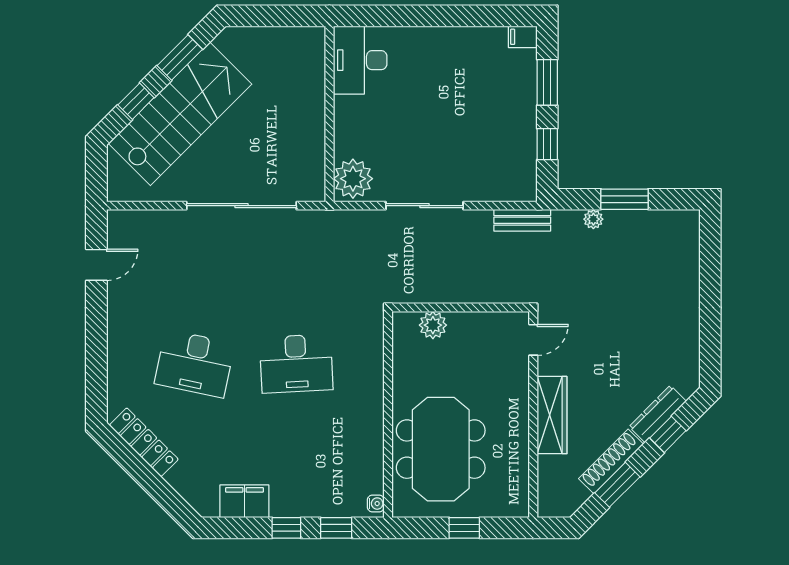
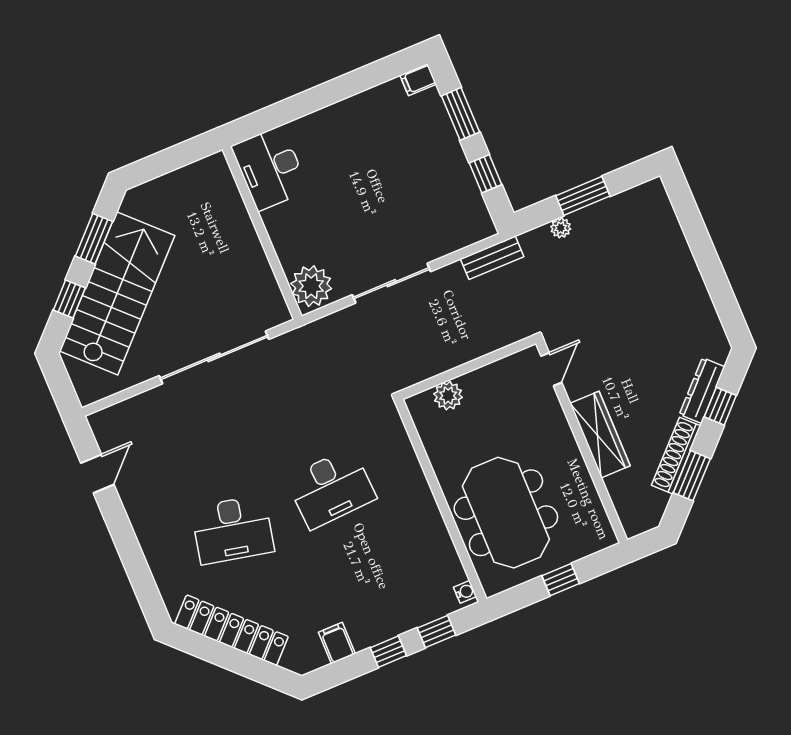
locker: (144, 442) -> (232, 630), width x1.41, depth x1.21
filing cabinet: (244, 501) -> (337, 643), width x0.50

